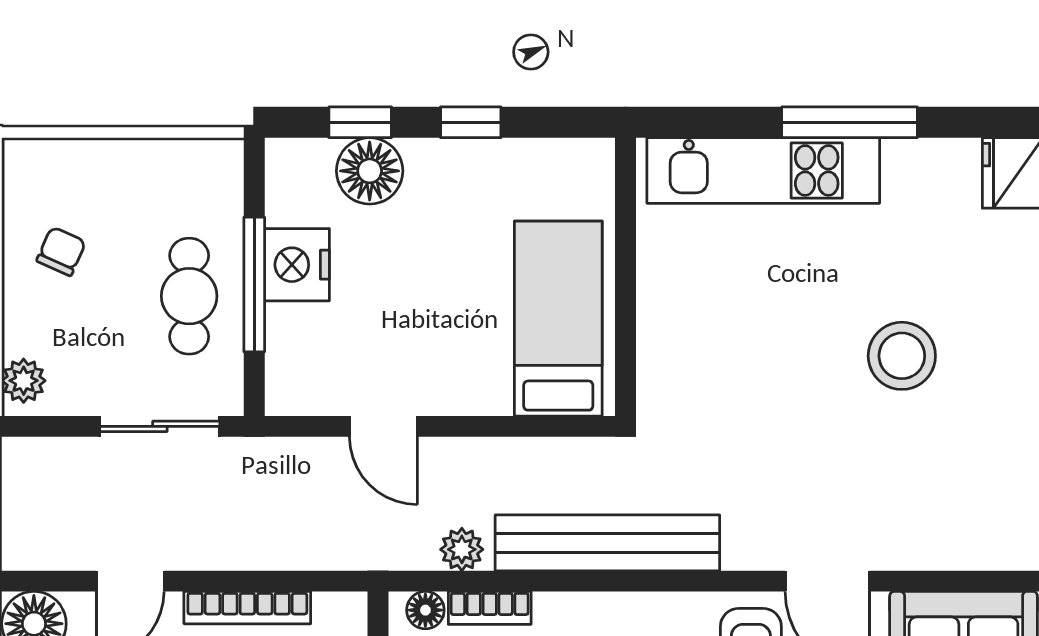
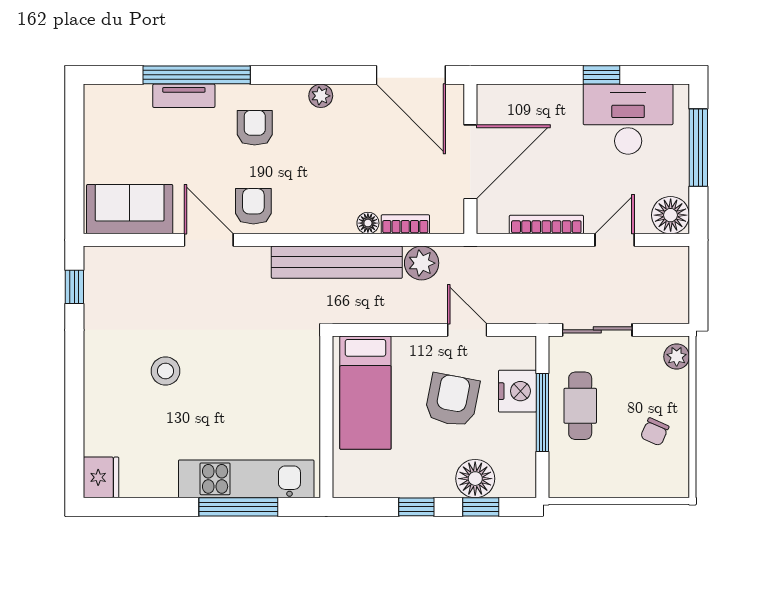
window: (849, 122) -> (238, 507), moved
nightstand: (297, 265) -> (517, 391), moved
armchair: (409, 306) -> (452, 400), added
stool: (902, 356) -> (166, 371), width x0.73, depth x0.73
plant: (462, 549) -> (422, 263), width x1.38, depth x1.38
floor lamp: (425, 610) -> (368, 223), moved

